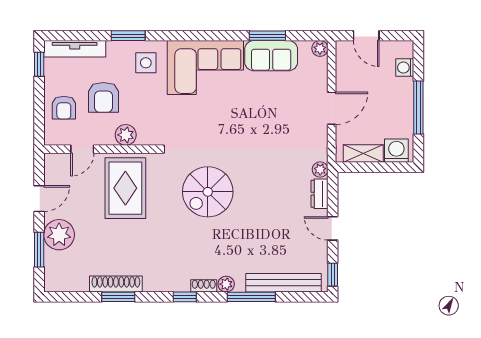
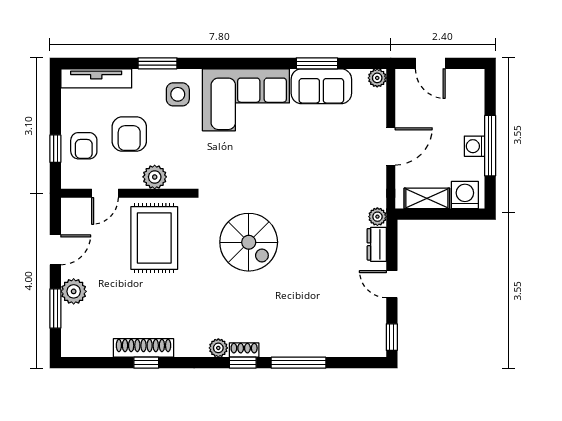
window: (39, 64) -> (55, 149), moved
washing machine: (405, 68) -> (474, 146), moved
spiral stairs: (208, 192) -> (249, 242), turned -90
plant: (59, 235) -> (74, 291), width x0.73, depth x0.73
bench: (284, 283) -> (336, 346), removed
plant: (226, 284) -> (218, 348), moved
window: (118, 297) -> (146, 363), width x0.67
window: (185, 297) -> (243, 363), moved

